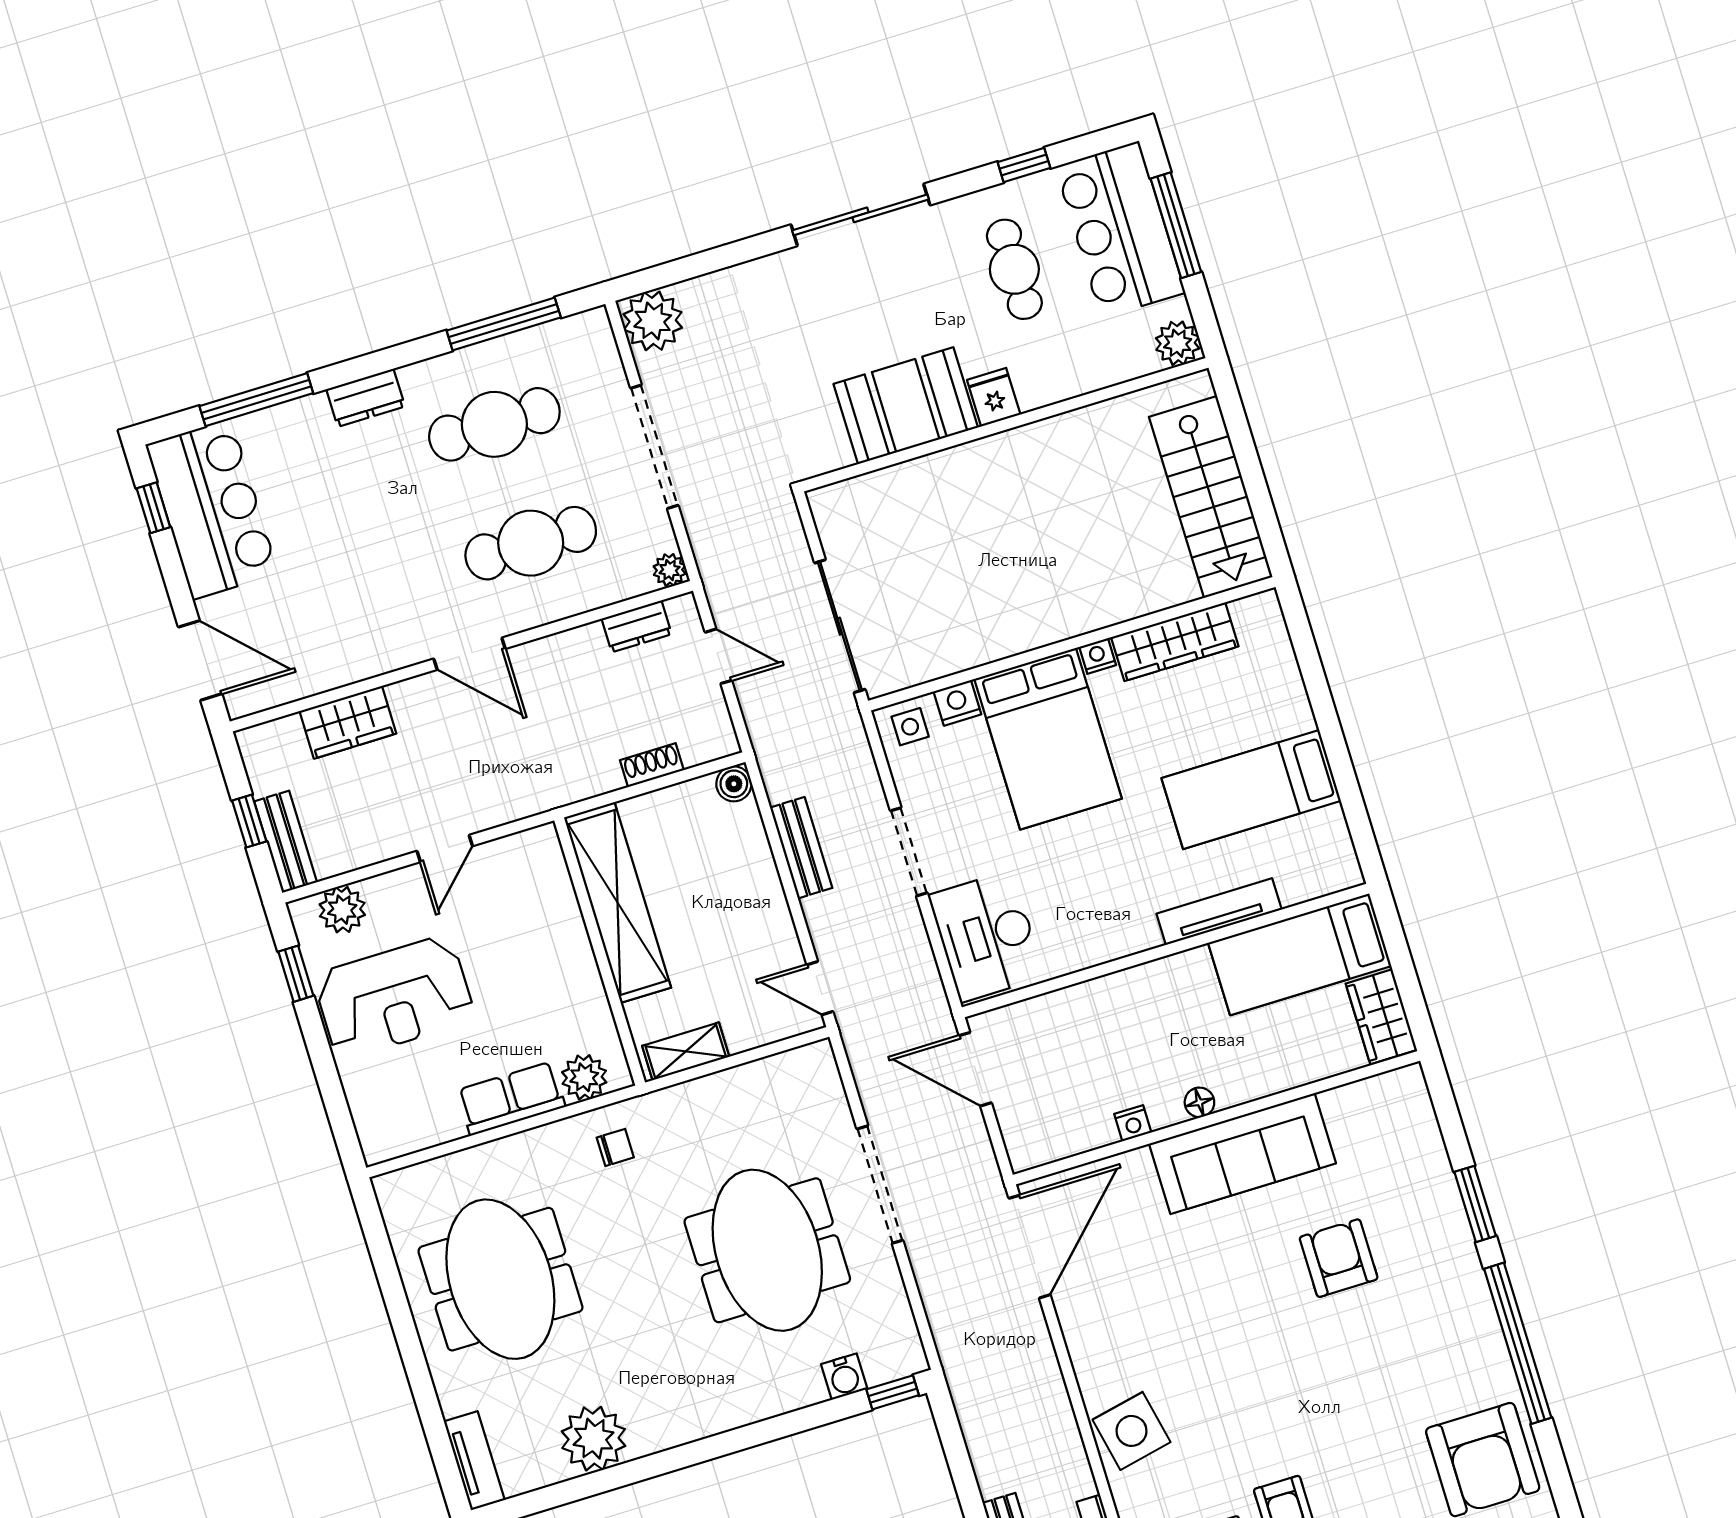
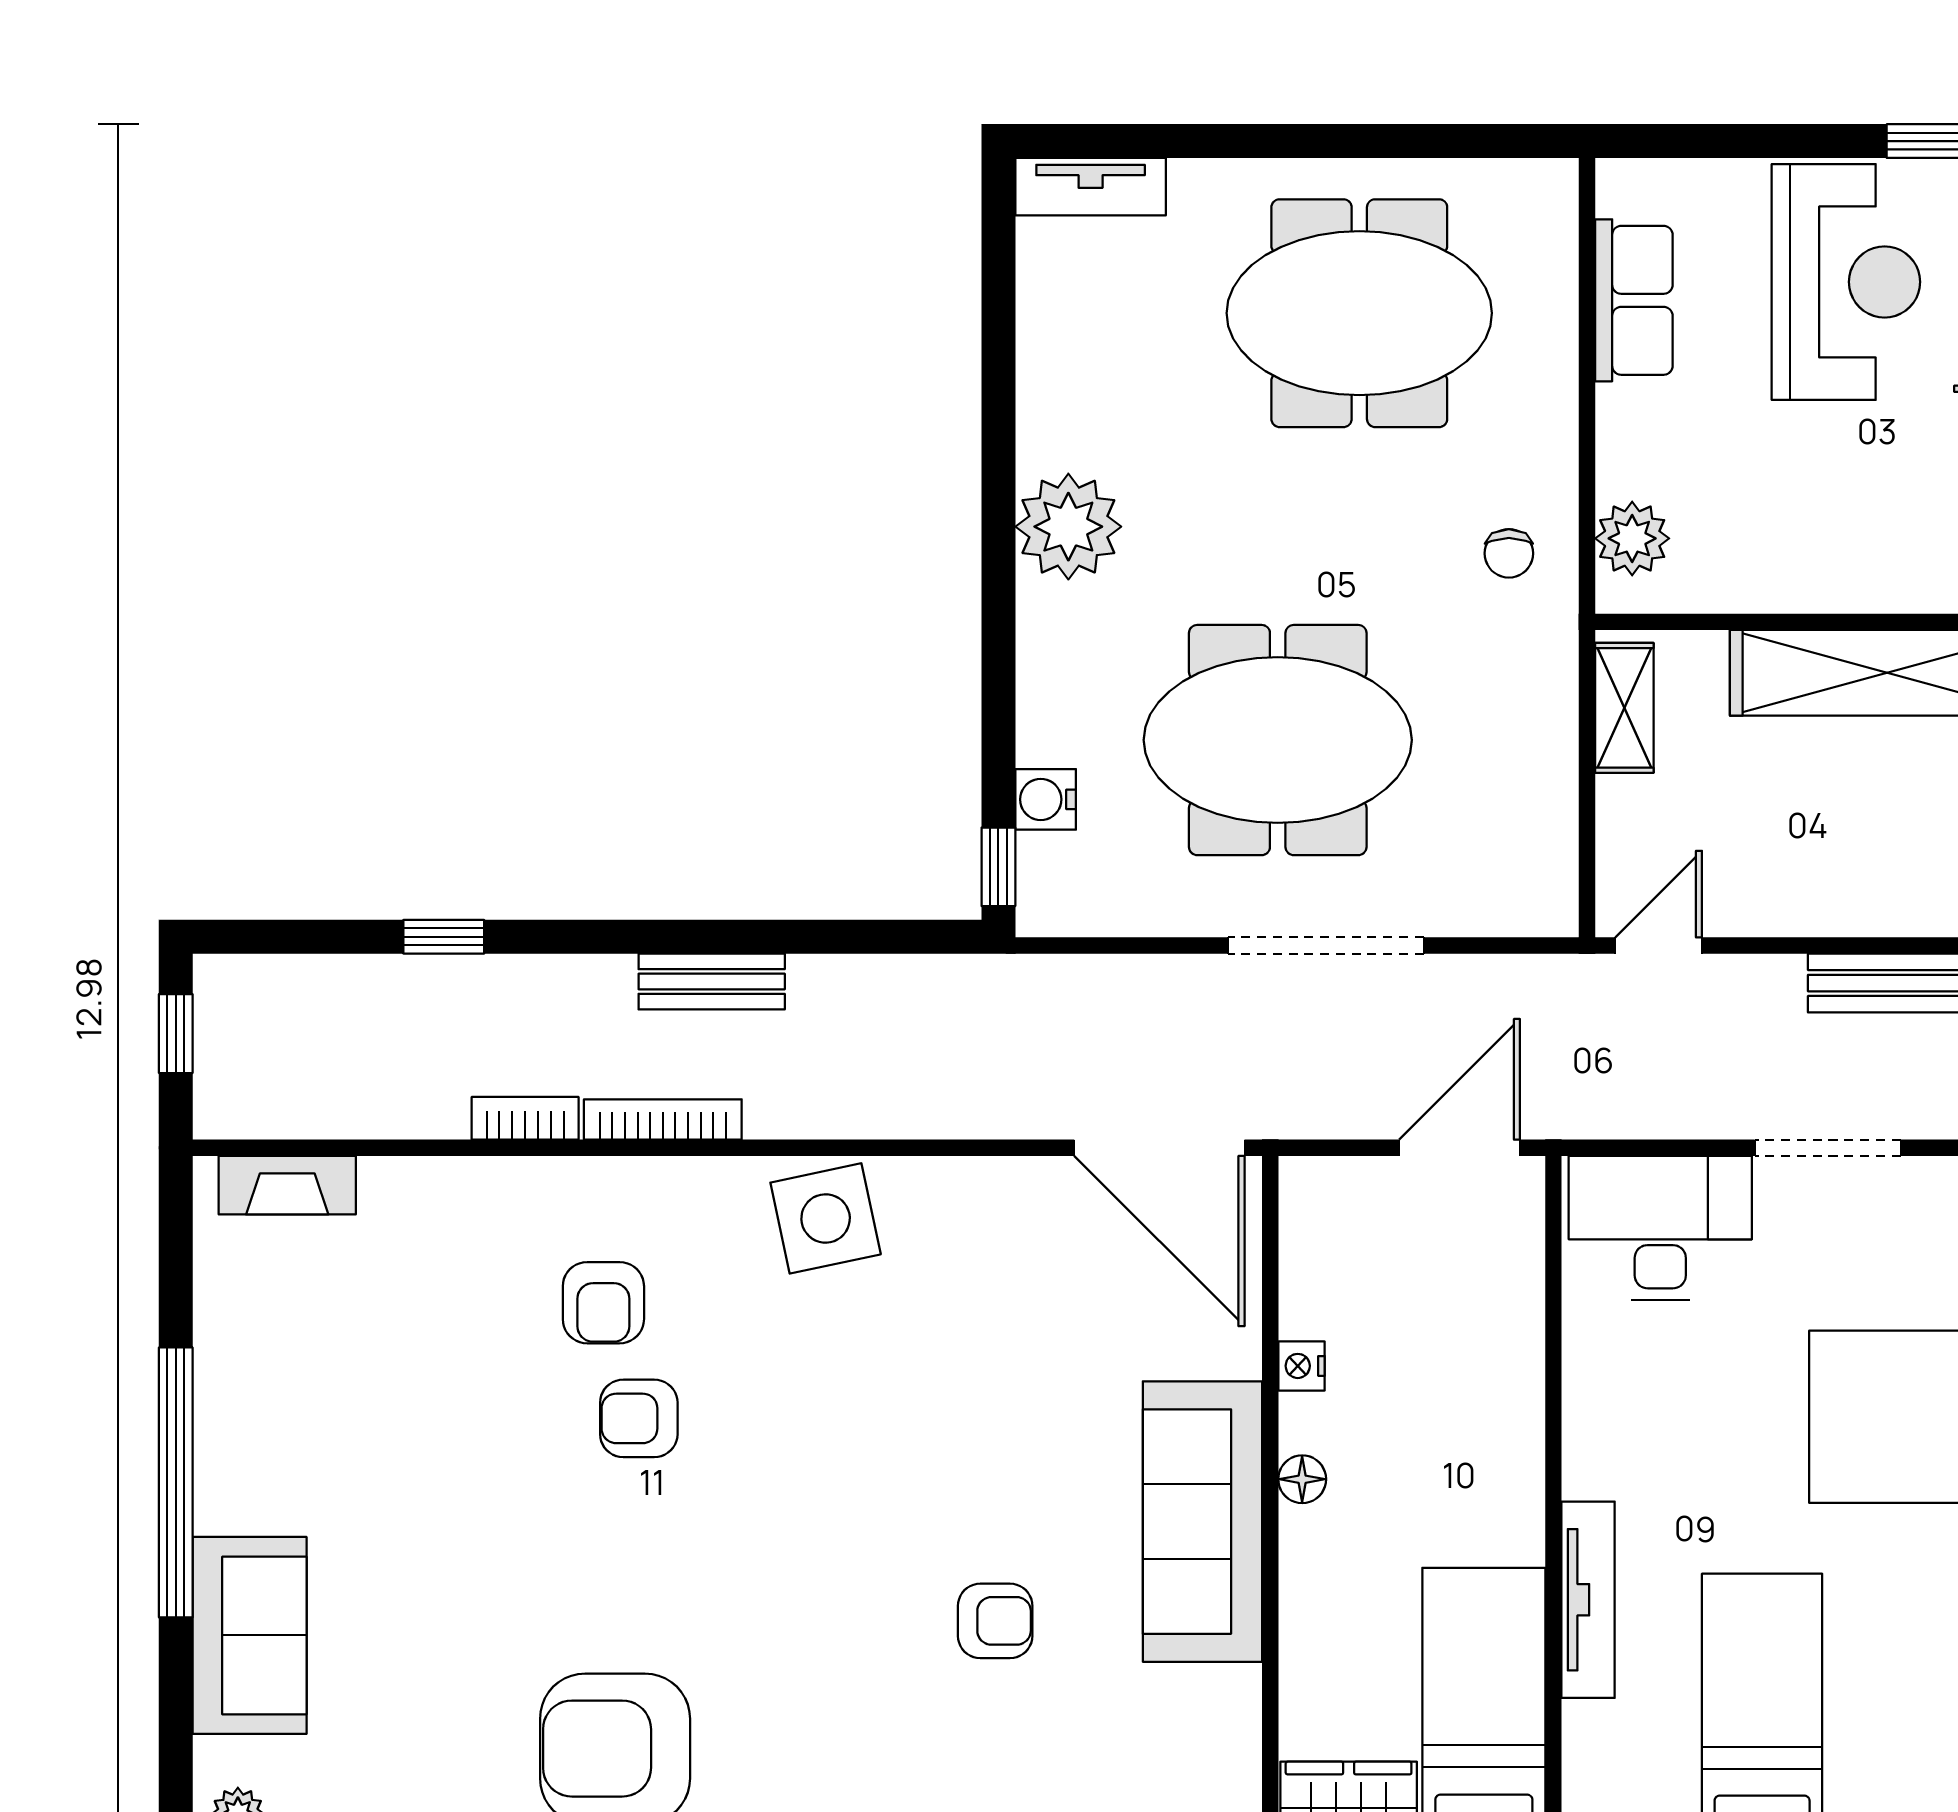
reception desk: (394, 997) -> (1846, 282), turned 180
row of seats: (511, 1099) -> (1634, 300), moved
armchair: (1339, 1258) -> (995, 1621), width x0.72, depth x0.72
plant: (594, 1439) -> (1068, 527), moved

